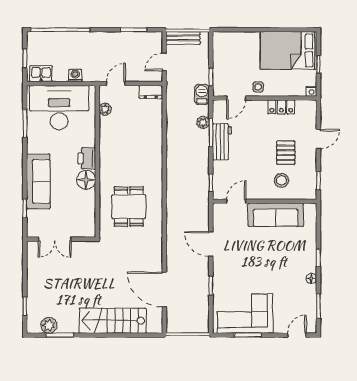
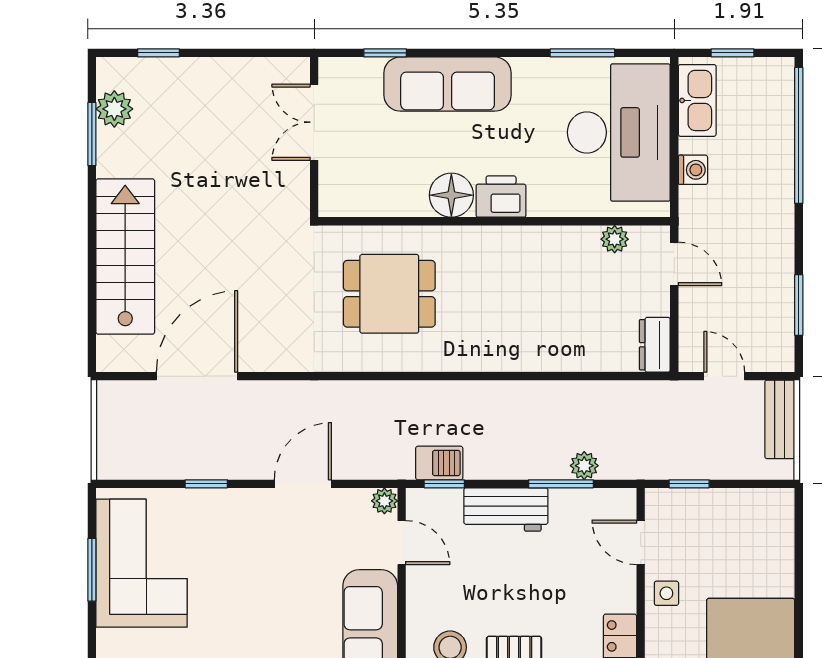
kitchen sink: (41, 74) -> (697, 100), width x1.38
barbecue: (202, 94) -> (439, 463), moved
workbench: (222, 142) -> (506, 510), moved
plant: (218, 209) -> (384, 501), added

